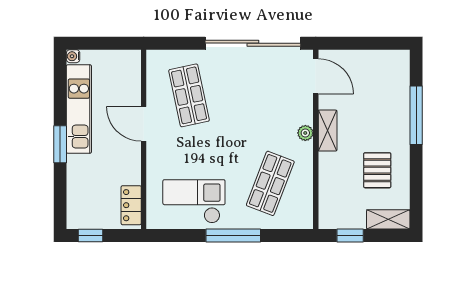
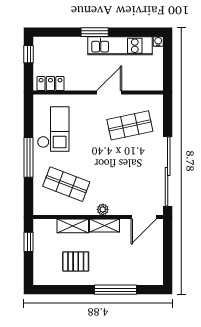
shelving: (388, 219) -> (73, 226), moved, turned 90

